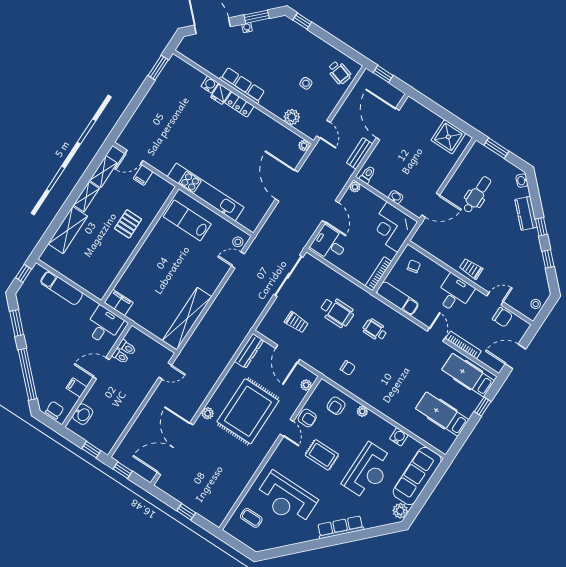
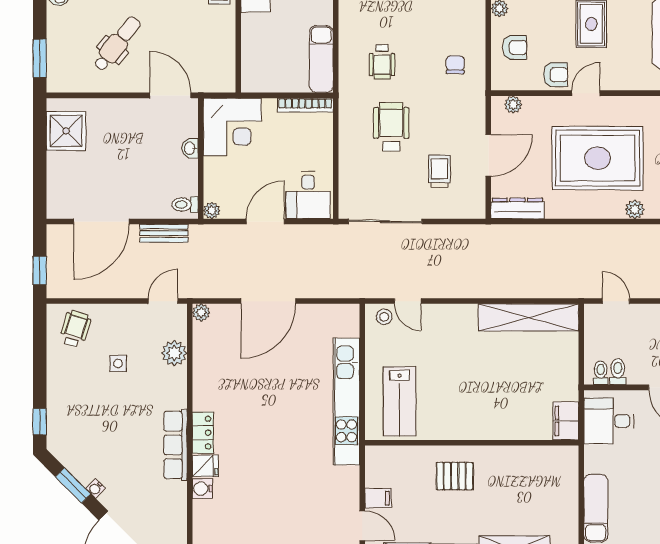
dental chair: (477, 195) -> (117, 44), turned 128
chair: (414, 266) -> (265, 65), removed
toilet: (120, 356) -> (601, 373), moved
armchair: (307, 418) -> (555, 75), turned 90

